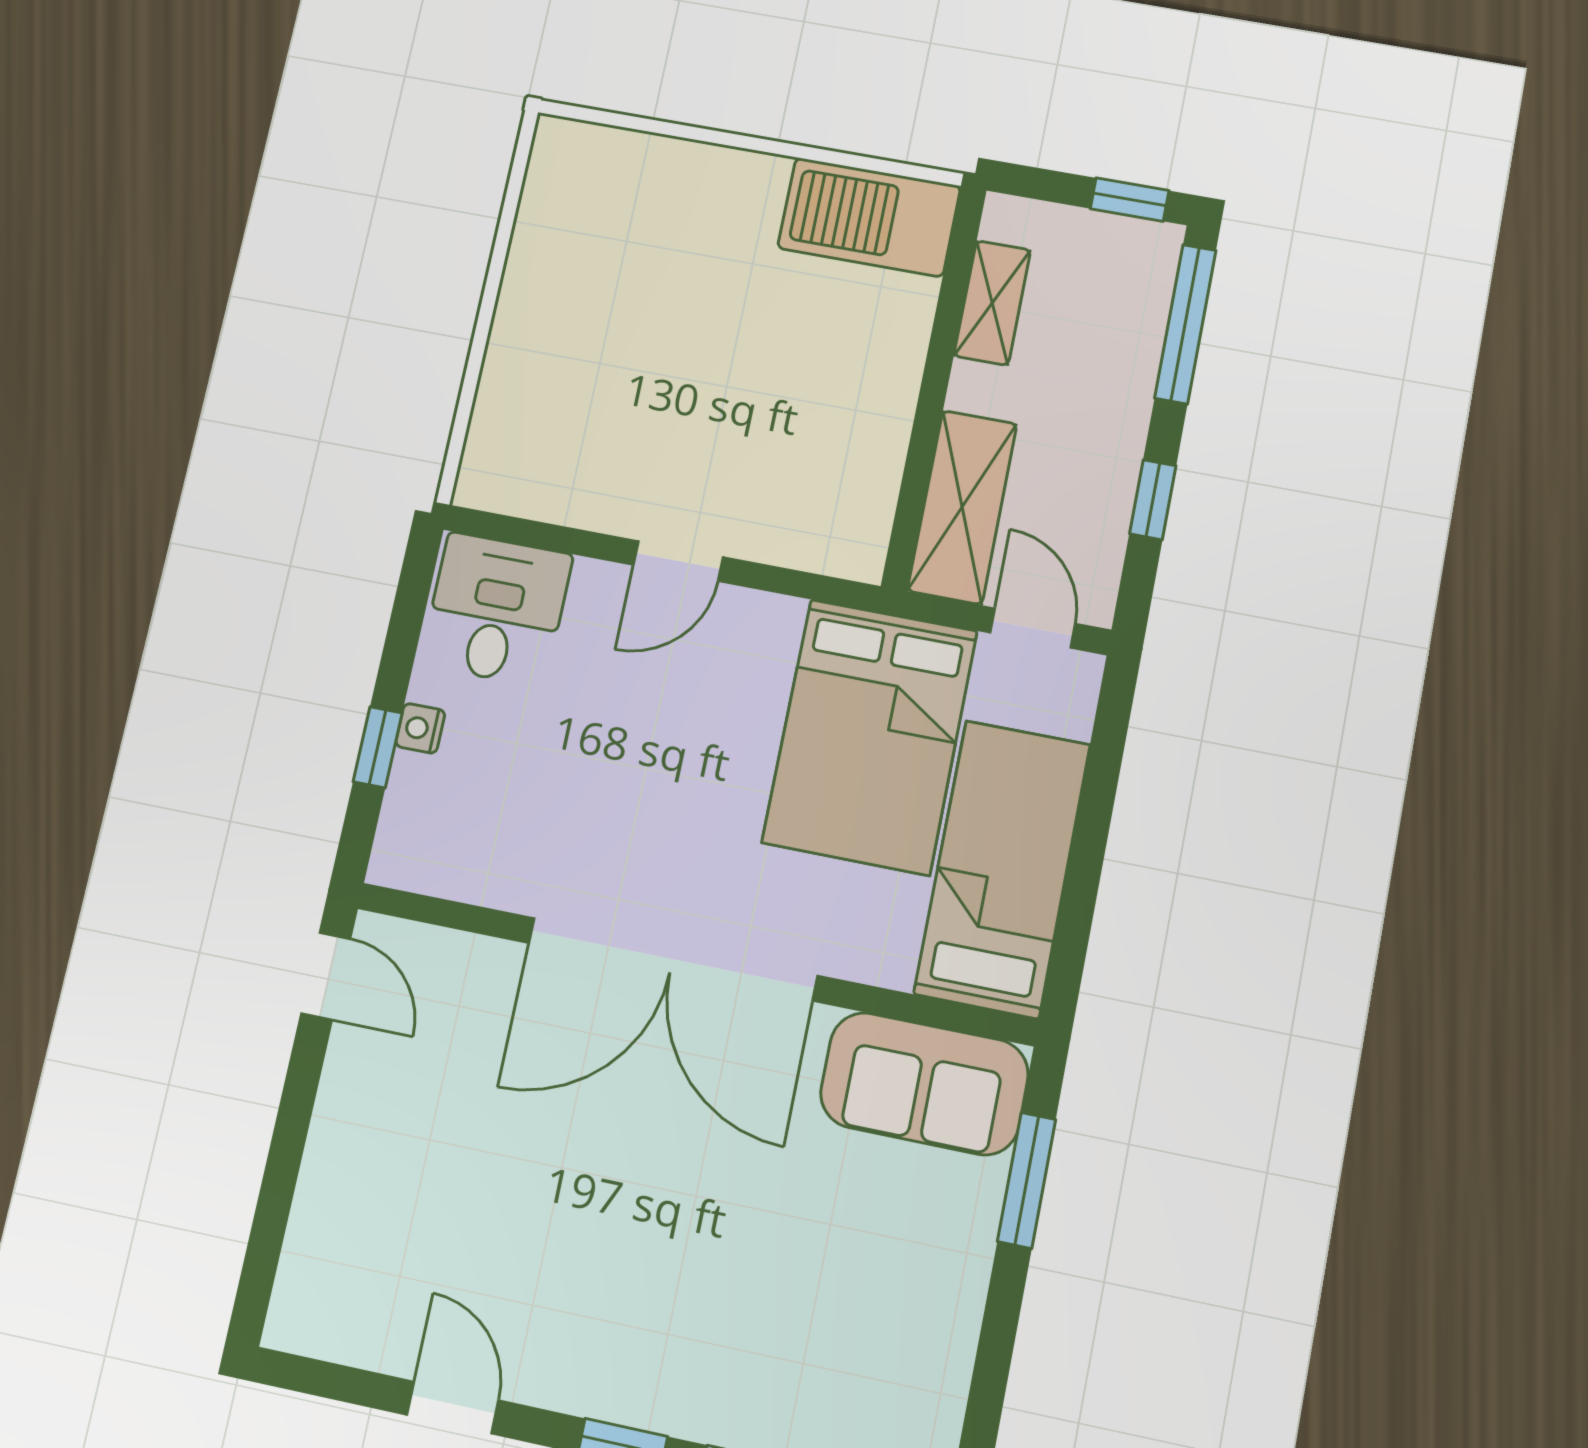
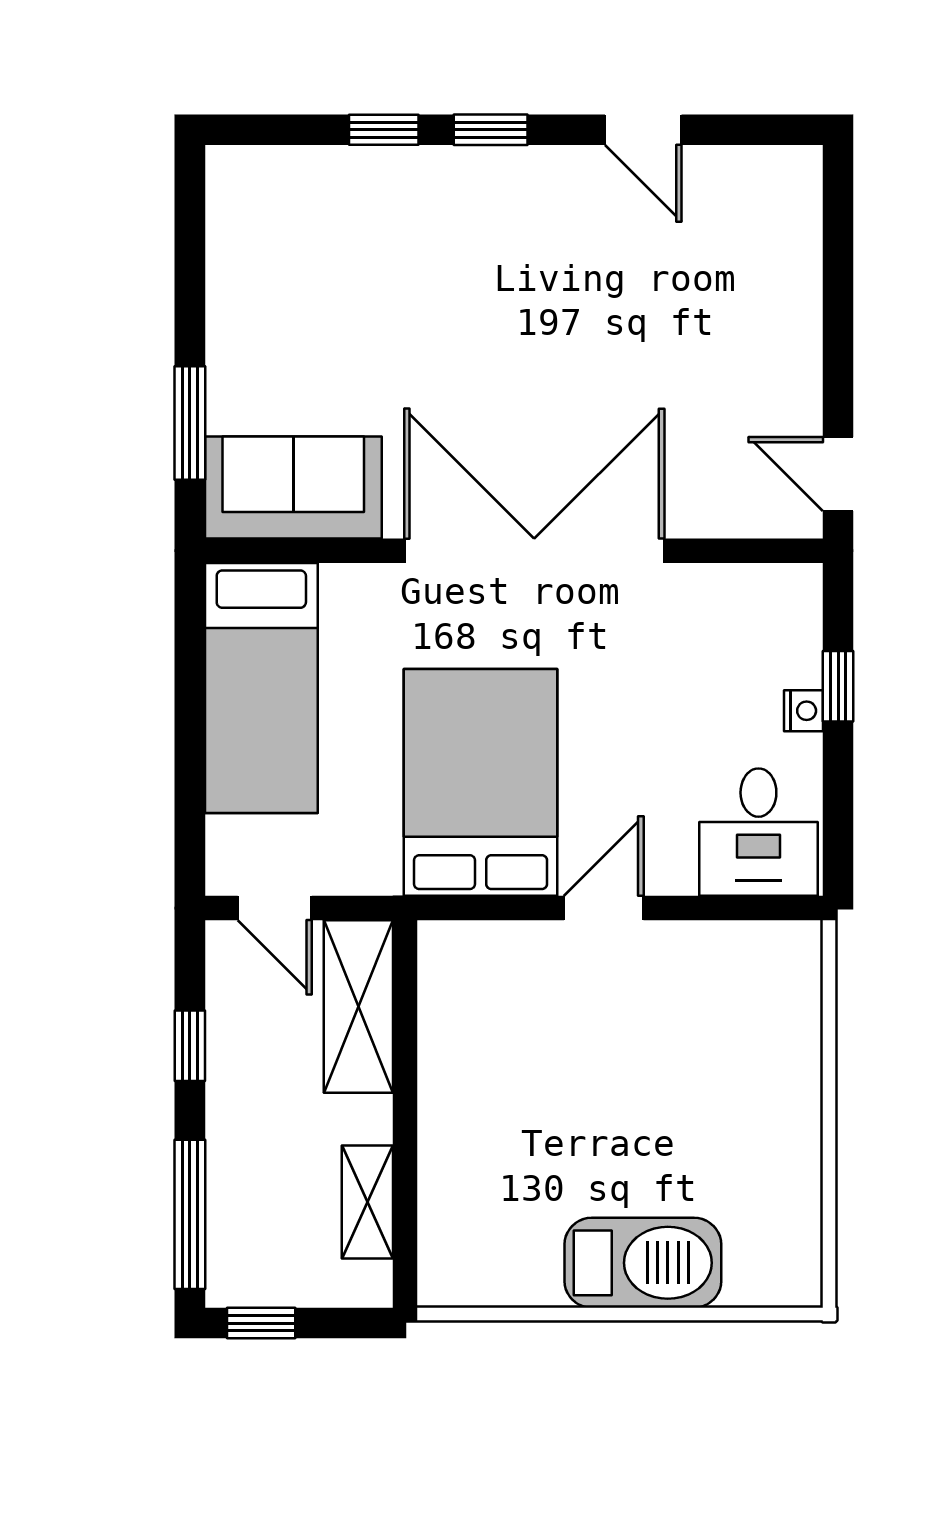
barbecue: (869, 217) -> (643, 1263), moved
bed: (870, 736) -> (481, 782), moved

